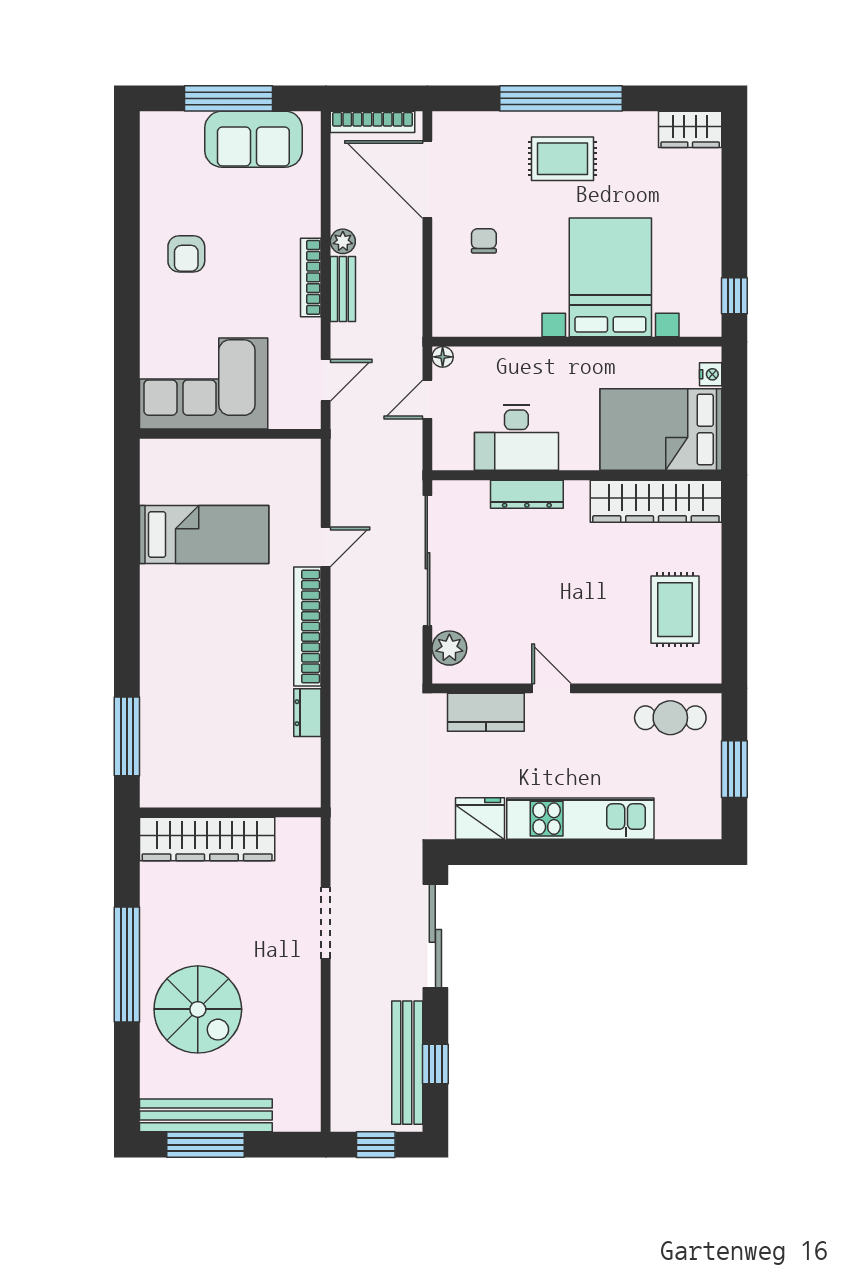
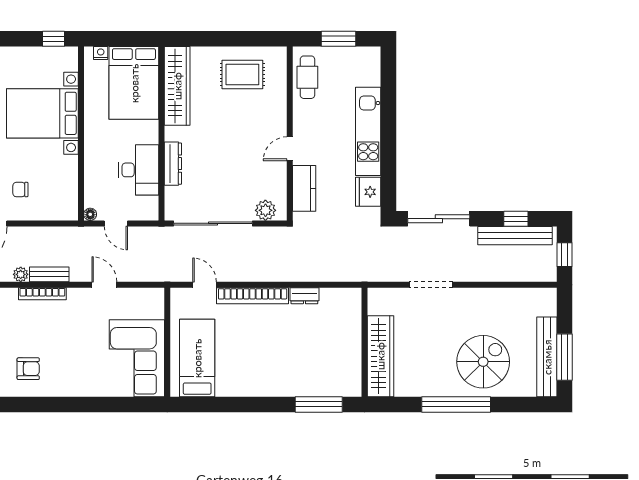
corner sofa: (204, 383) -> (137, 358), moved
wall: (230, 434) -> (167, 342), moved

